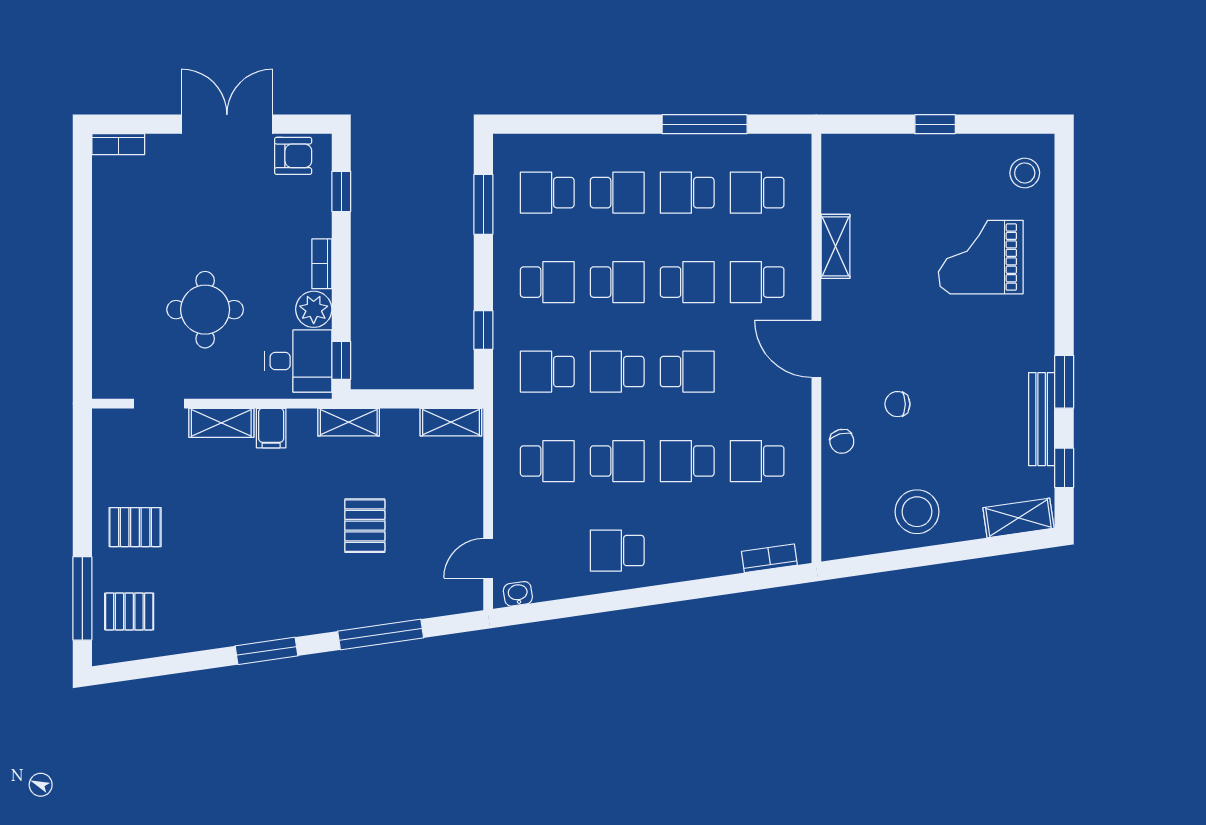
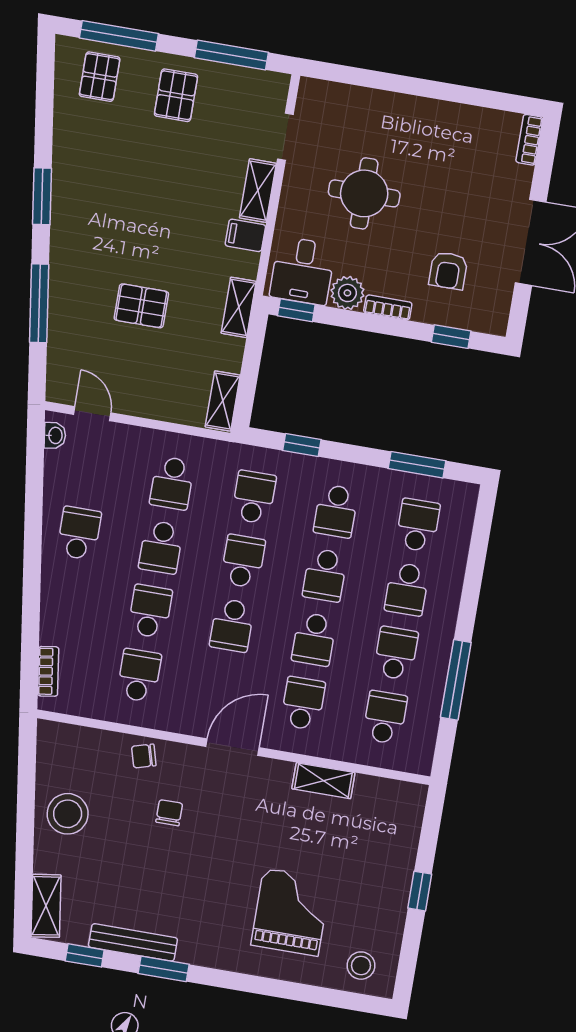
armchair: (293, 156) -> (448, 271), moved
window: (82, 476) -> (231, 55), added

